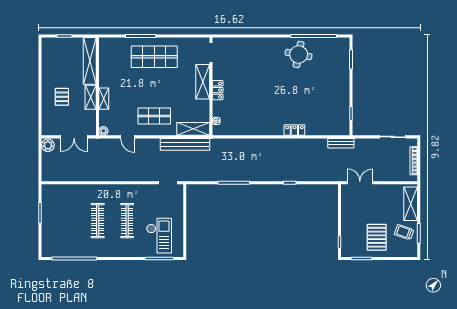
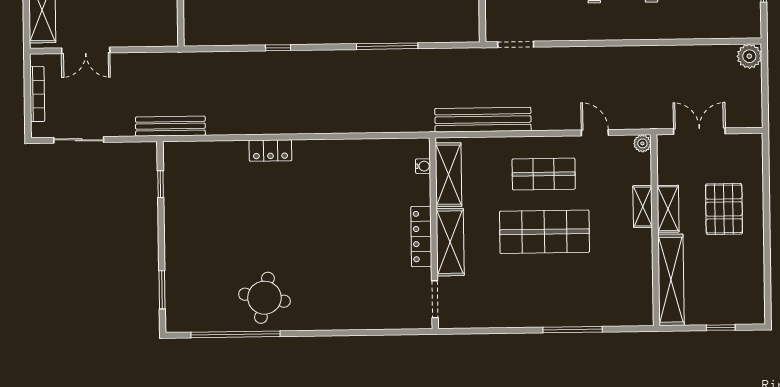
shop shelf: (154, 57) -> (544, 232), moved
locker: (218, 90) -> (421, 237), width x1.53
pallet: (62, 97) -> (724, 209), width x1.50, depth x1.42
shelving: (193, 129) -> (449, 175), moved, turned 90
bench: (341, 143) -> (170, 126), width x1.36
plant: (48, 145) -> (749, 56), moved
double door: (360, 183) -> (86, 50), moved

